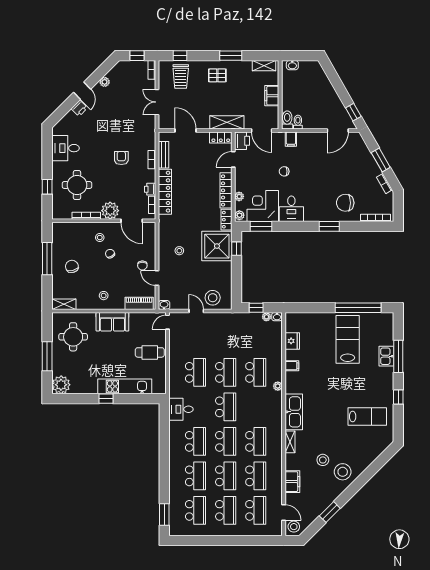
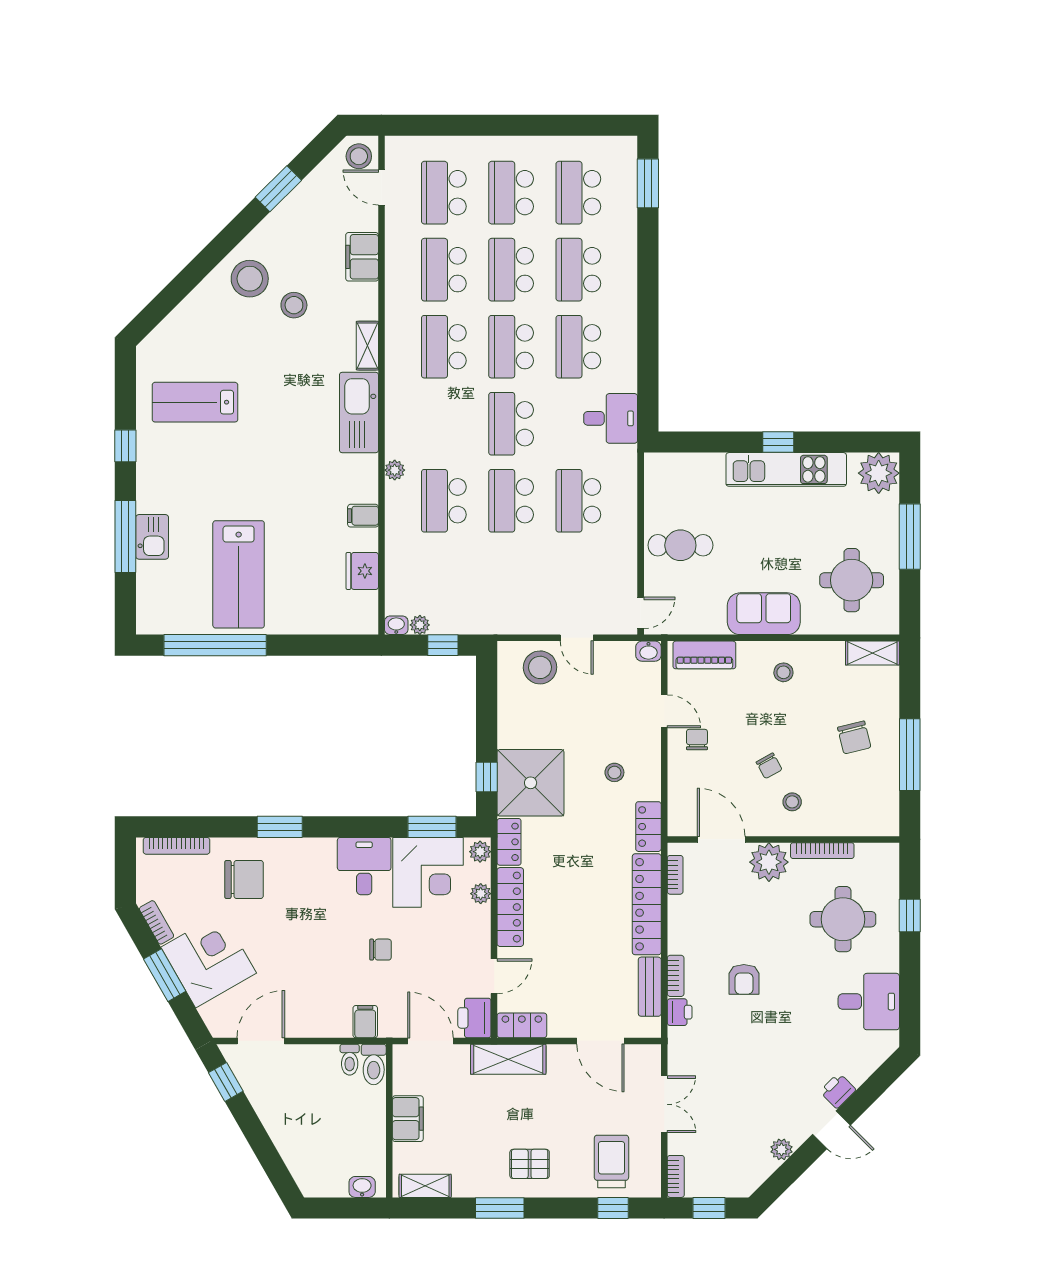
door: (82, 91) -> (831, 1130), swing flipped
corner desk: (361, 167) -> (209, 960), added
printer: (150, 189) -> (680, 1012), moved
locker: (164, 226) -> (648, 827), added
kitchen unit: (125, 386) -> (786, 469), moved

